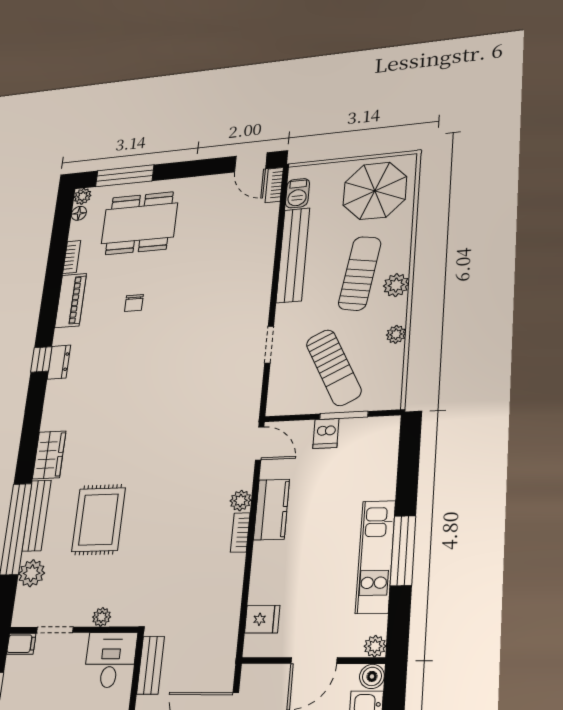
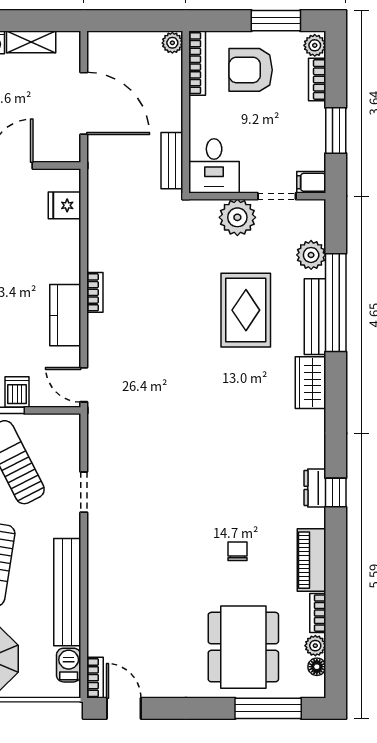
plant: (83, 196) -> (315, 646), moved
dining table: (139, 223) -> (243, 647), turned 90
plant: (241, 501) -> (98, 325), removed
plant: (102, 617) -> (237, 217), width x1.87, depth x1.87

